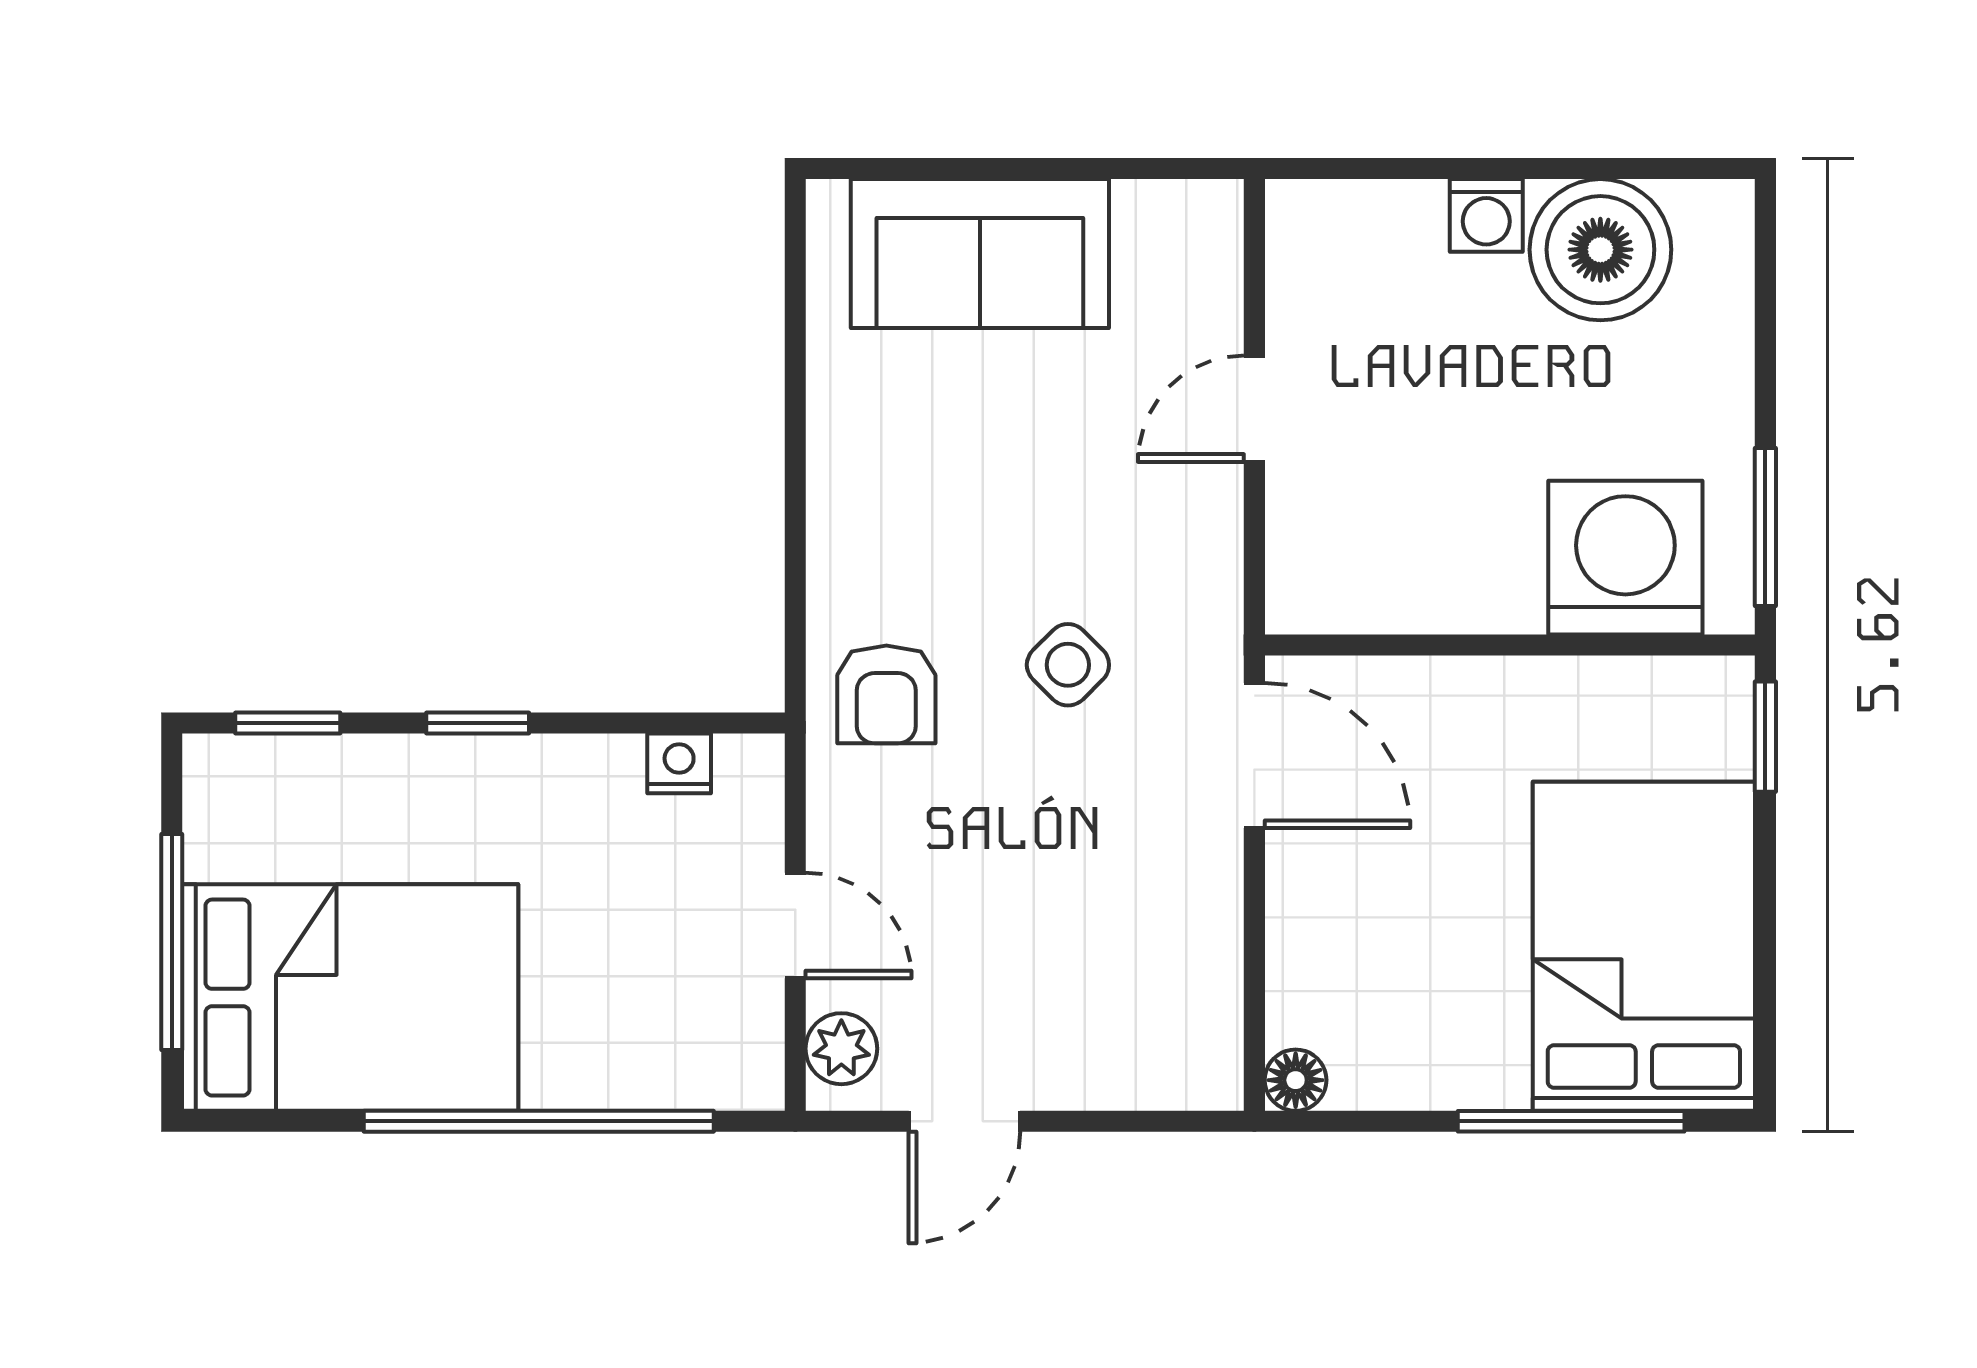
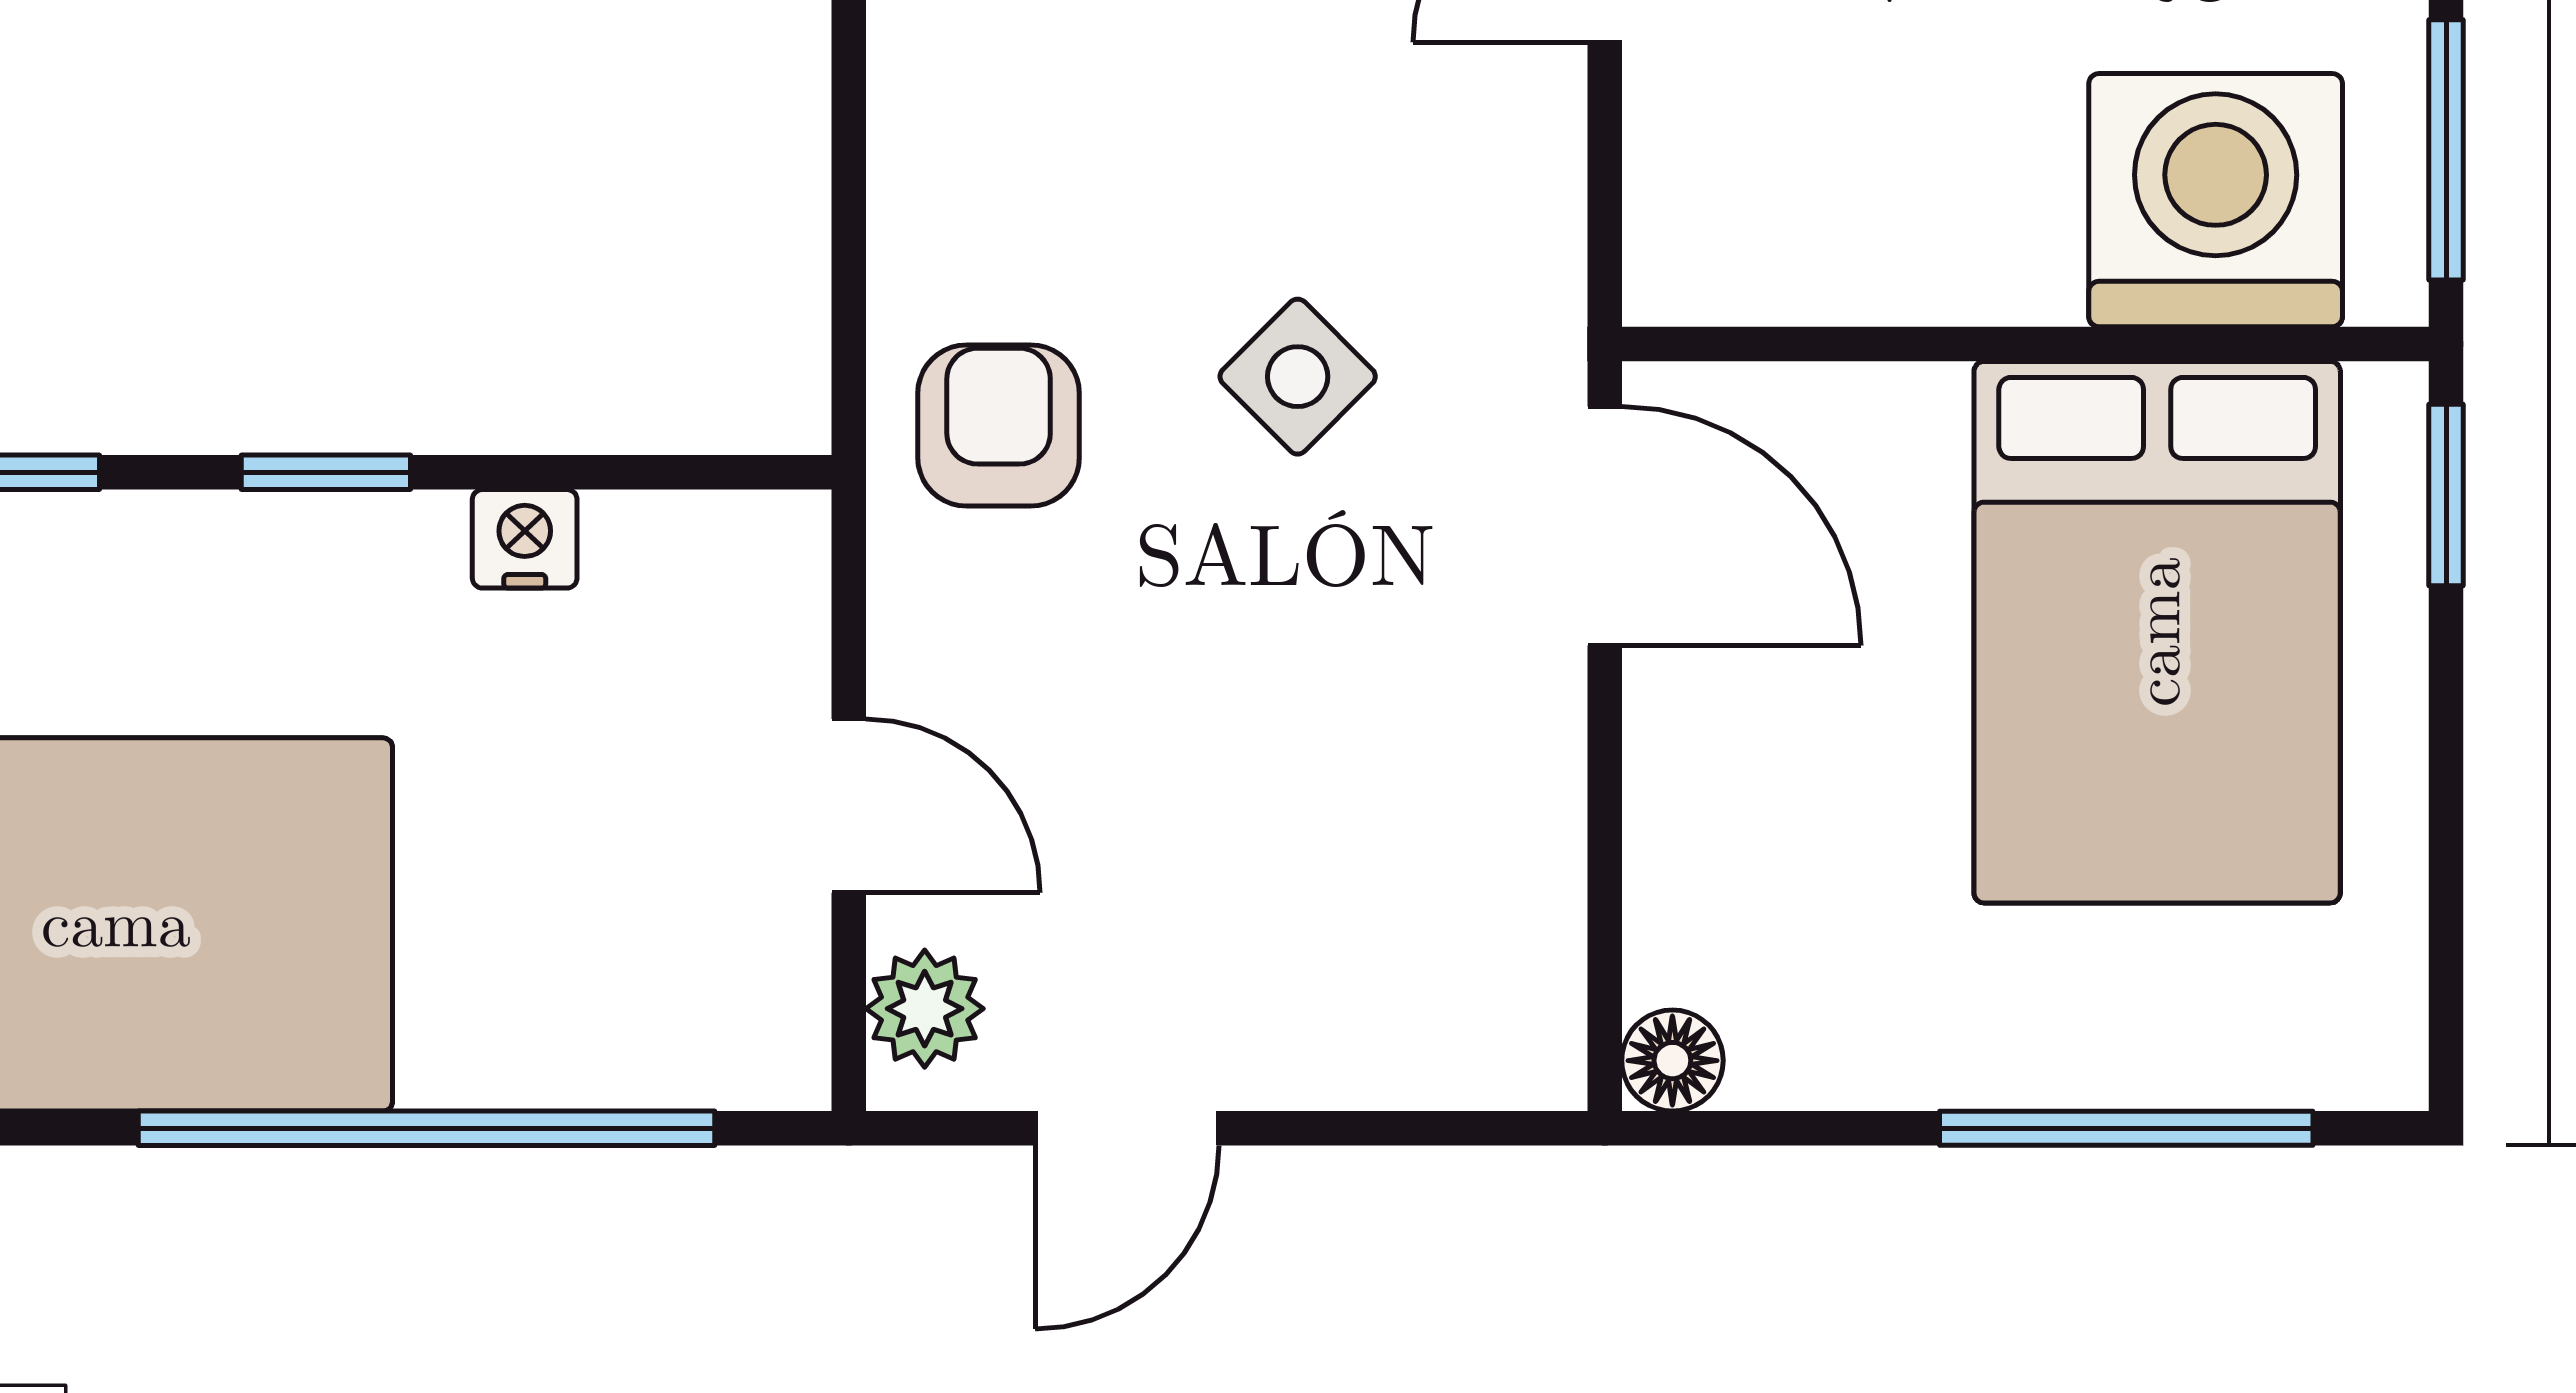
armchair: (886, 694) -> (999, 425), turned 180
nightstand: (679, 763) -> (525, 539), moved
bed: (1644, 946) -> (2157, 632), moved, turned 180

